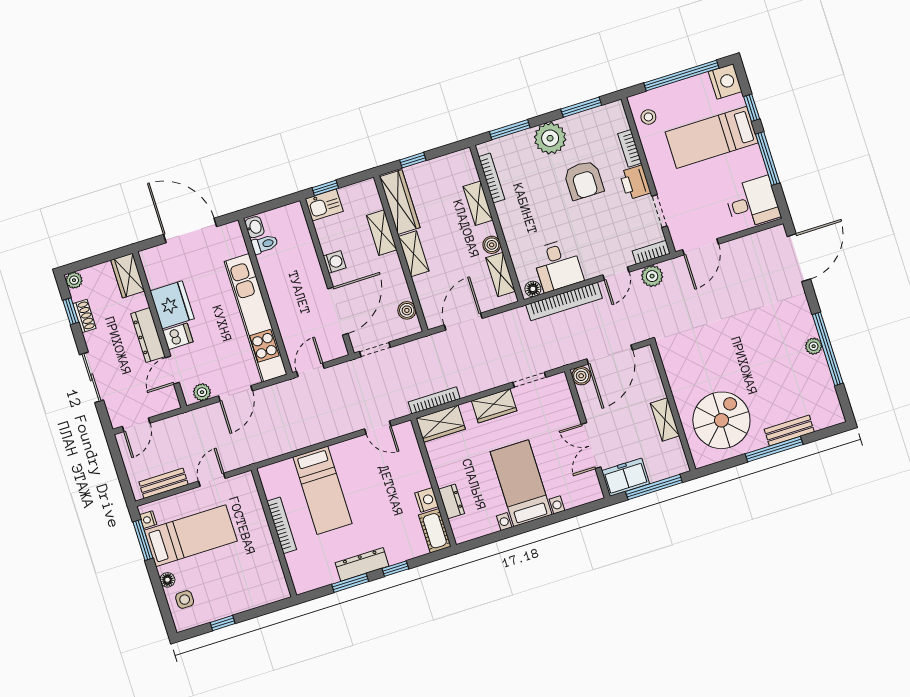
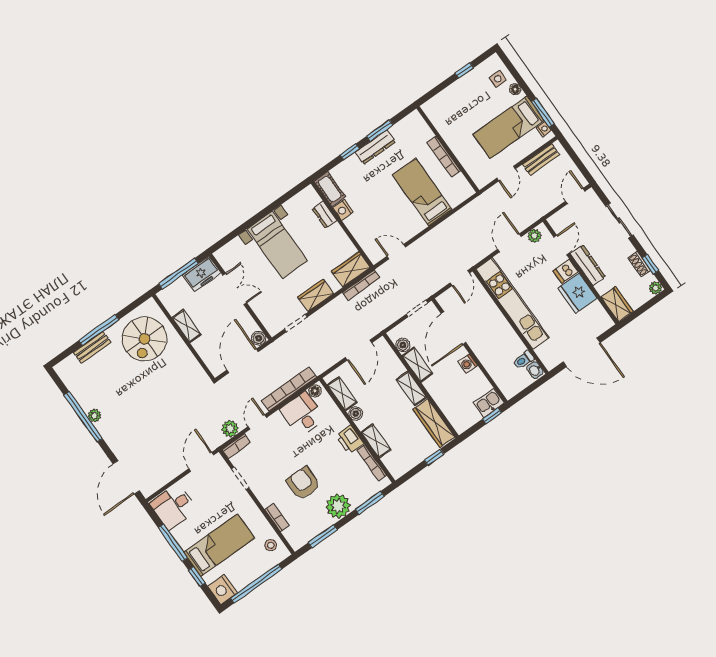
printer: (635, 182) -> (350, 440), moved, turned 180
shelving: (382, 233) -> (417, 365), moved

